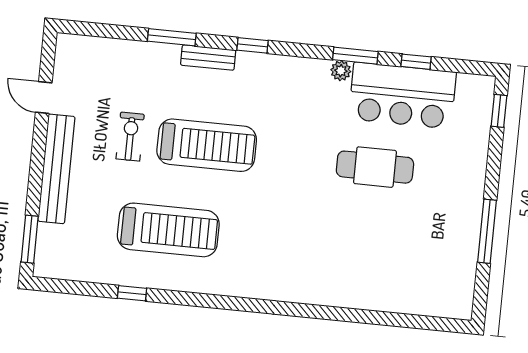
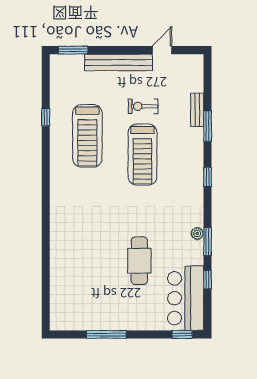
bench: (208, 58) -> (197, 110), moved
bar counter: (402, 95) -> (186, 298), moved
exercise bike: (130, 137) -> (143, 106), turned 180

